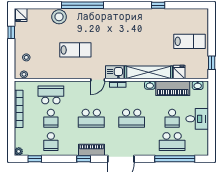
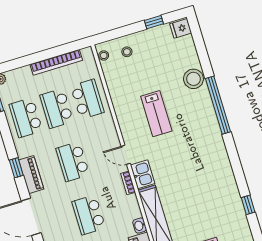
school desk: (51, 118) -> (57, 108), width x1.85
school desk: (51, 142) -> (26, 118), width x1.85

